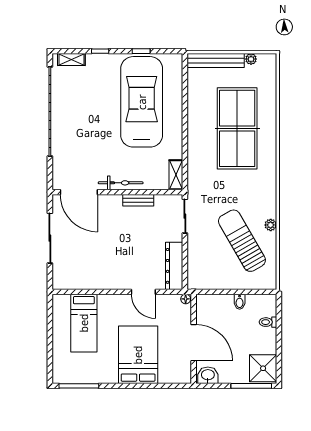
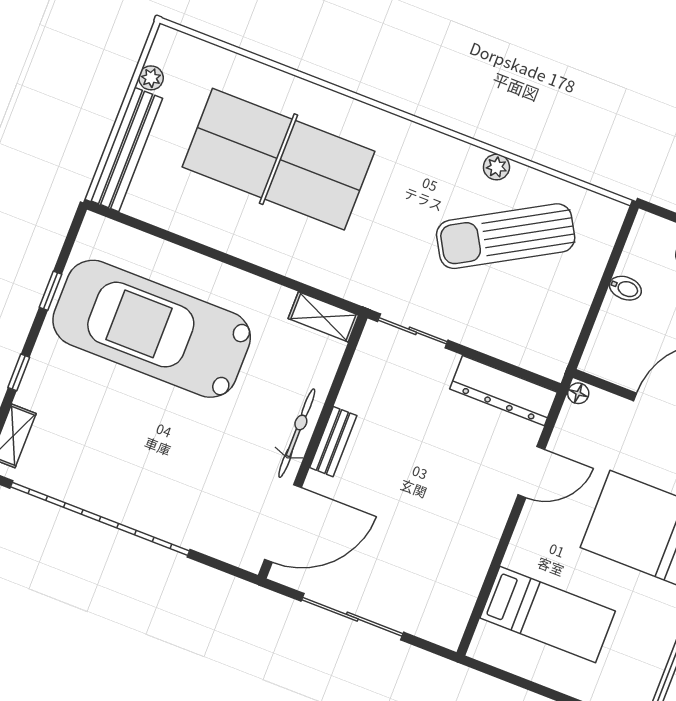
bench: (138, 200) -> (333, 442), moved

